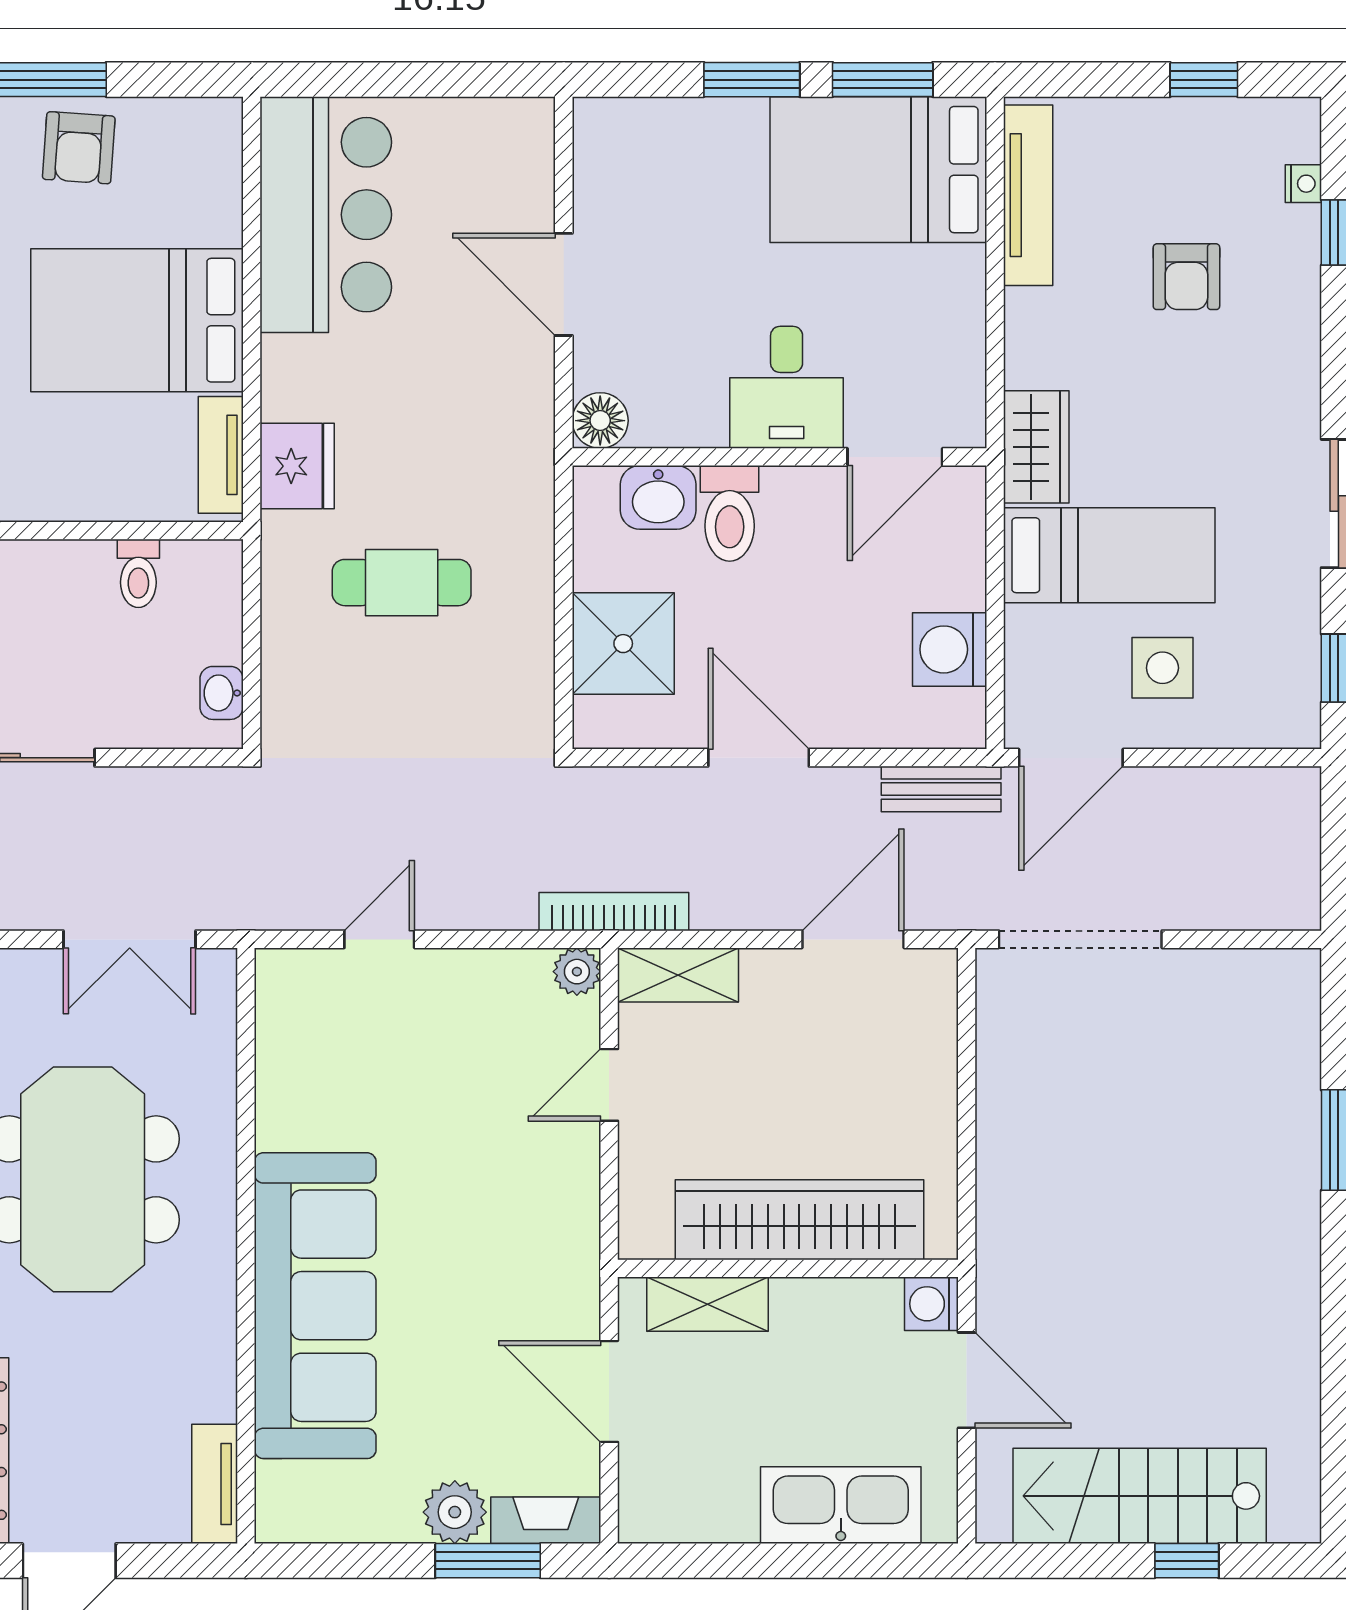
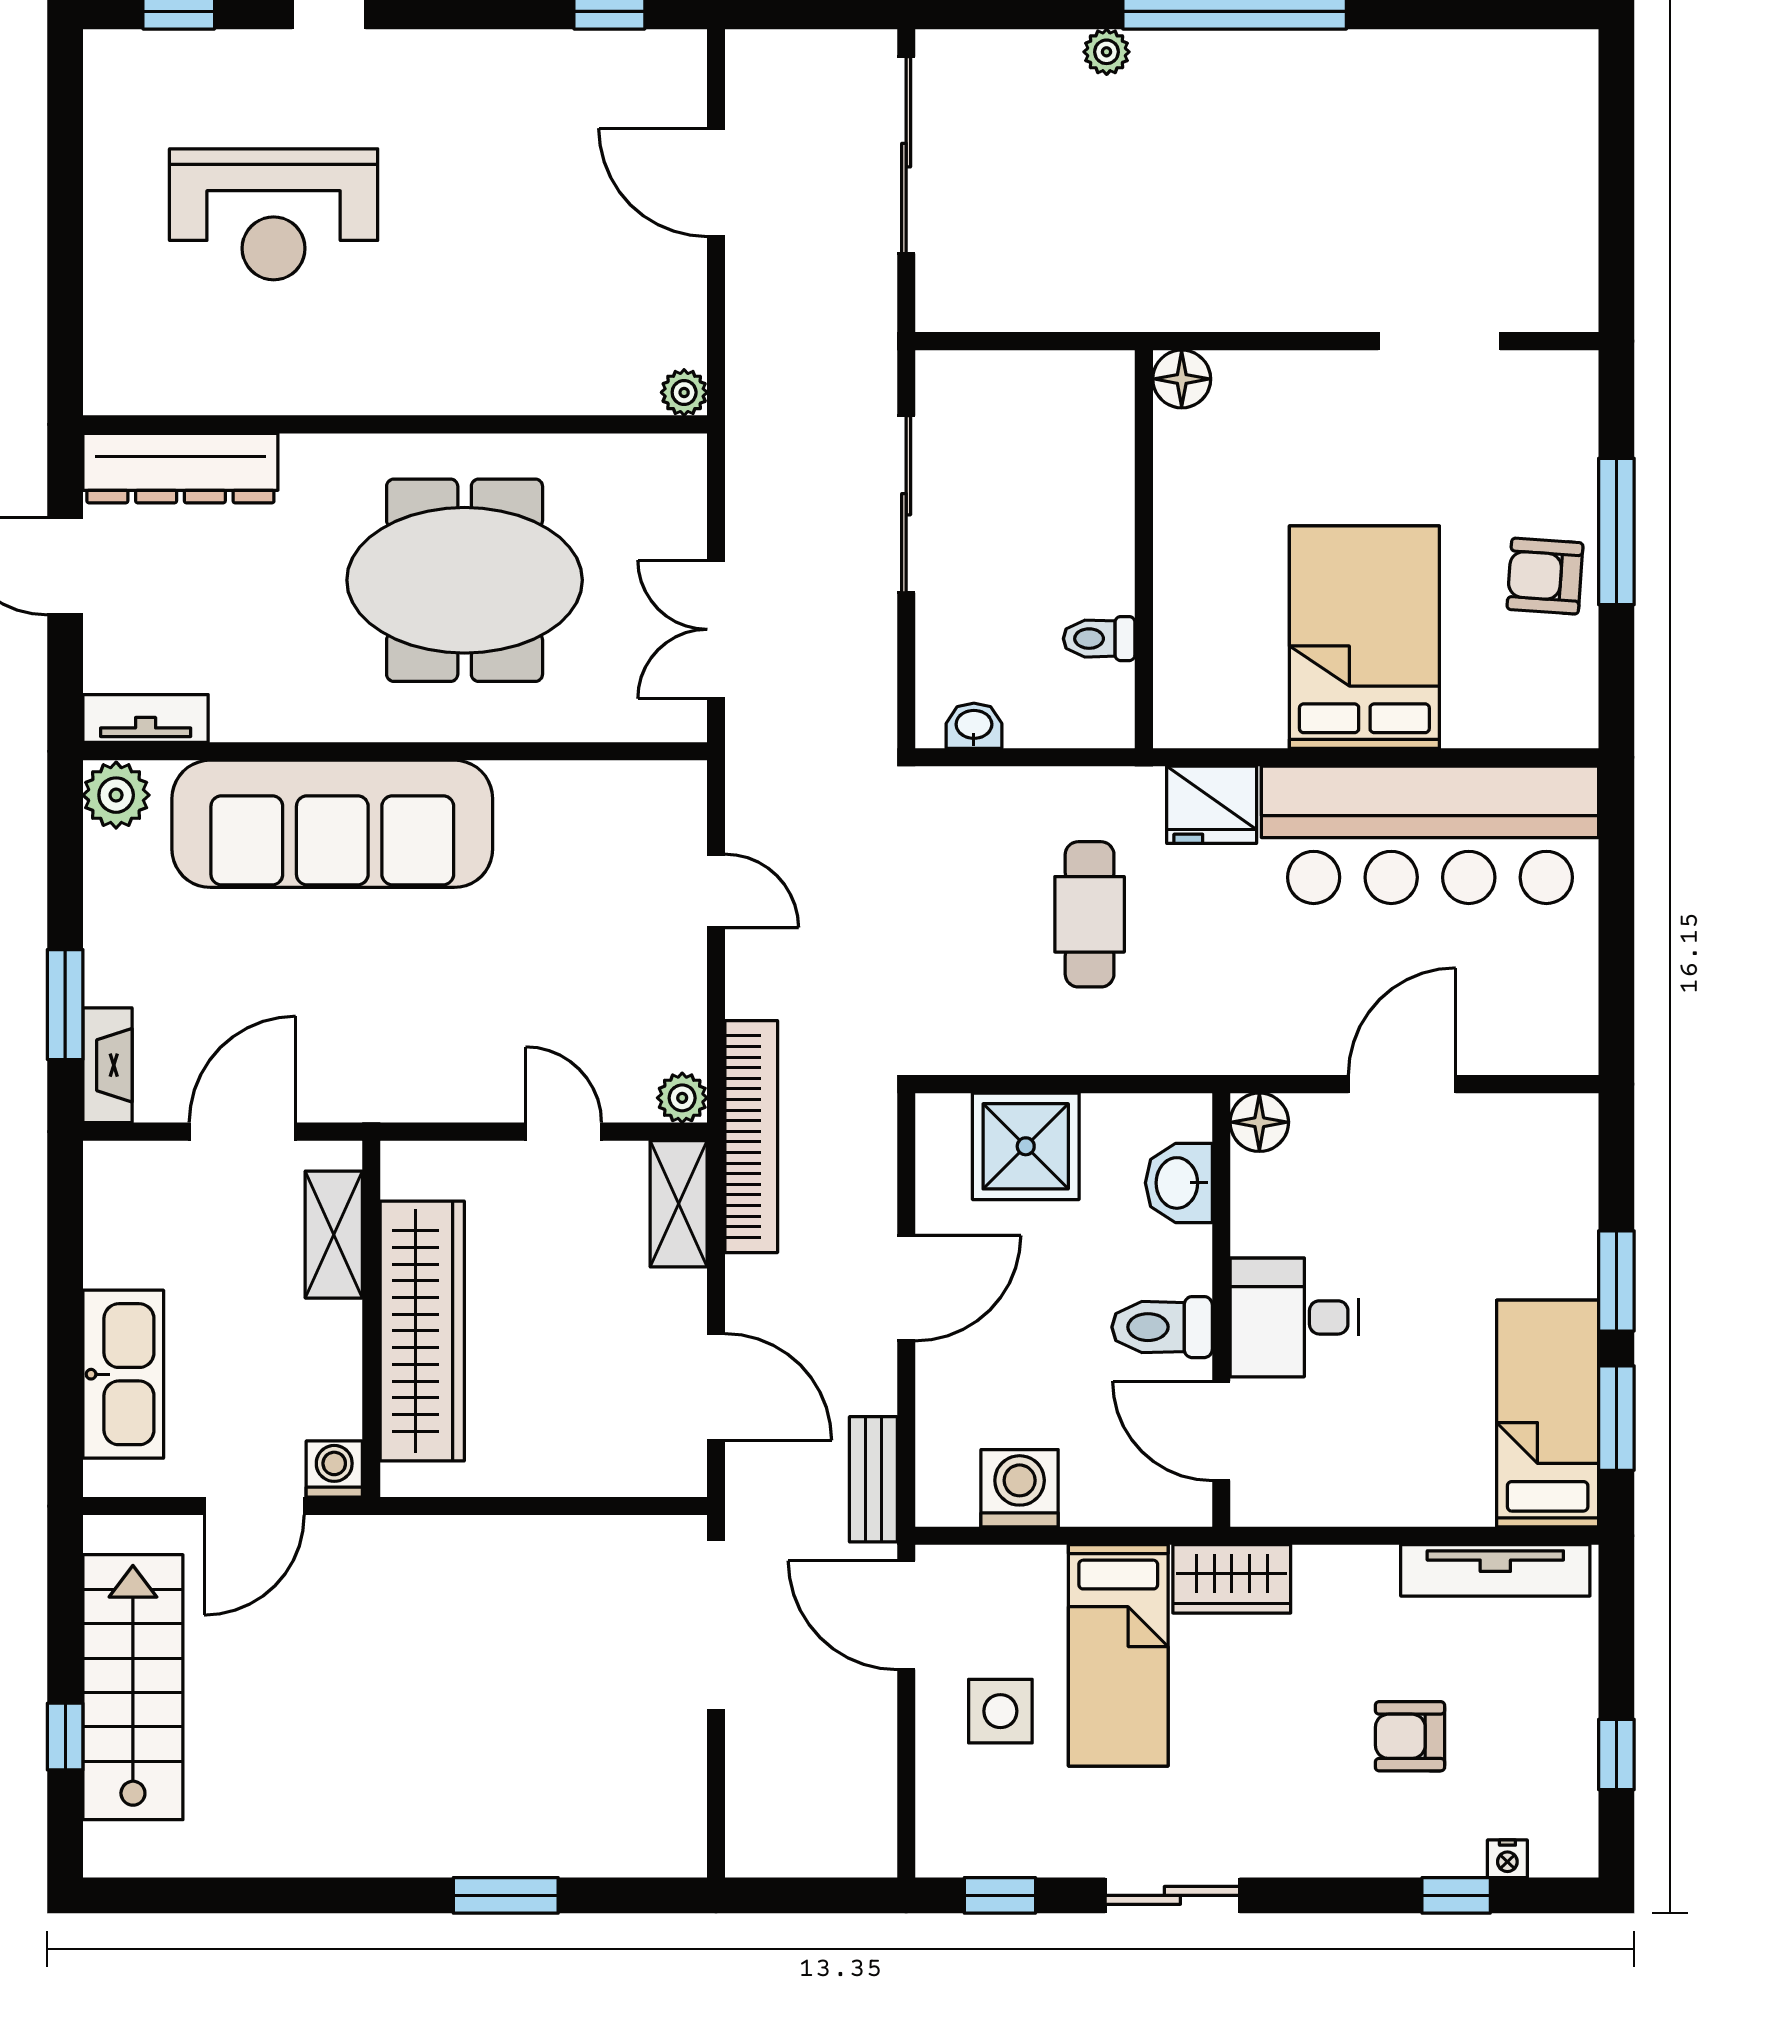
bed: (878, 170) -> (1548, 1414), width x0.67
bar counter: (326, 215) -> (1430, 835), width x1.36
tv unit: (221, 455) -> (1223, 725), removed
toilet: (730, 513) -> (1162, 1327), moved
bookcase: (614, 912) -> (751, 1137), width x1.48, depth x1.31
plant: (455, 1512) -> (116, 795), moved

